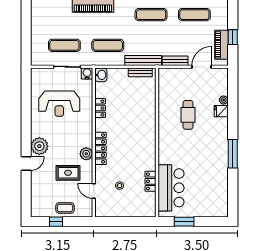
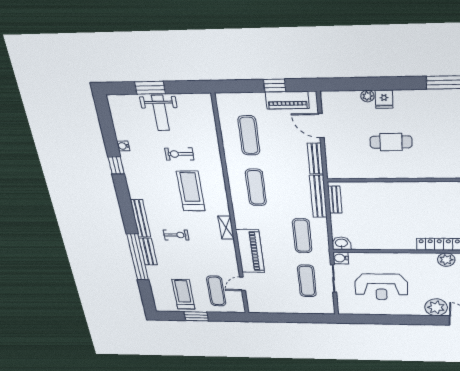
reception desk: (59, 104) -> (381, 287), turned 90
locker: (100, 108) -> (385, 244), removed

